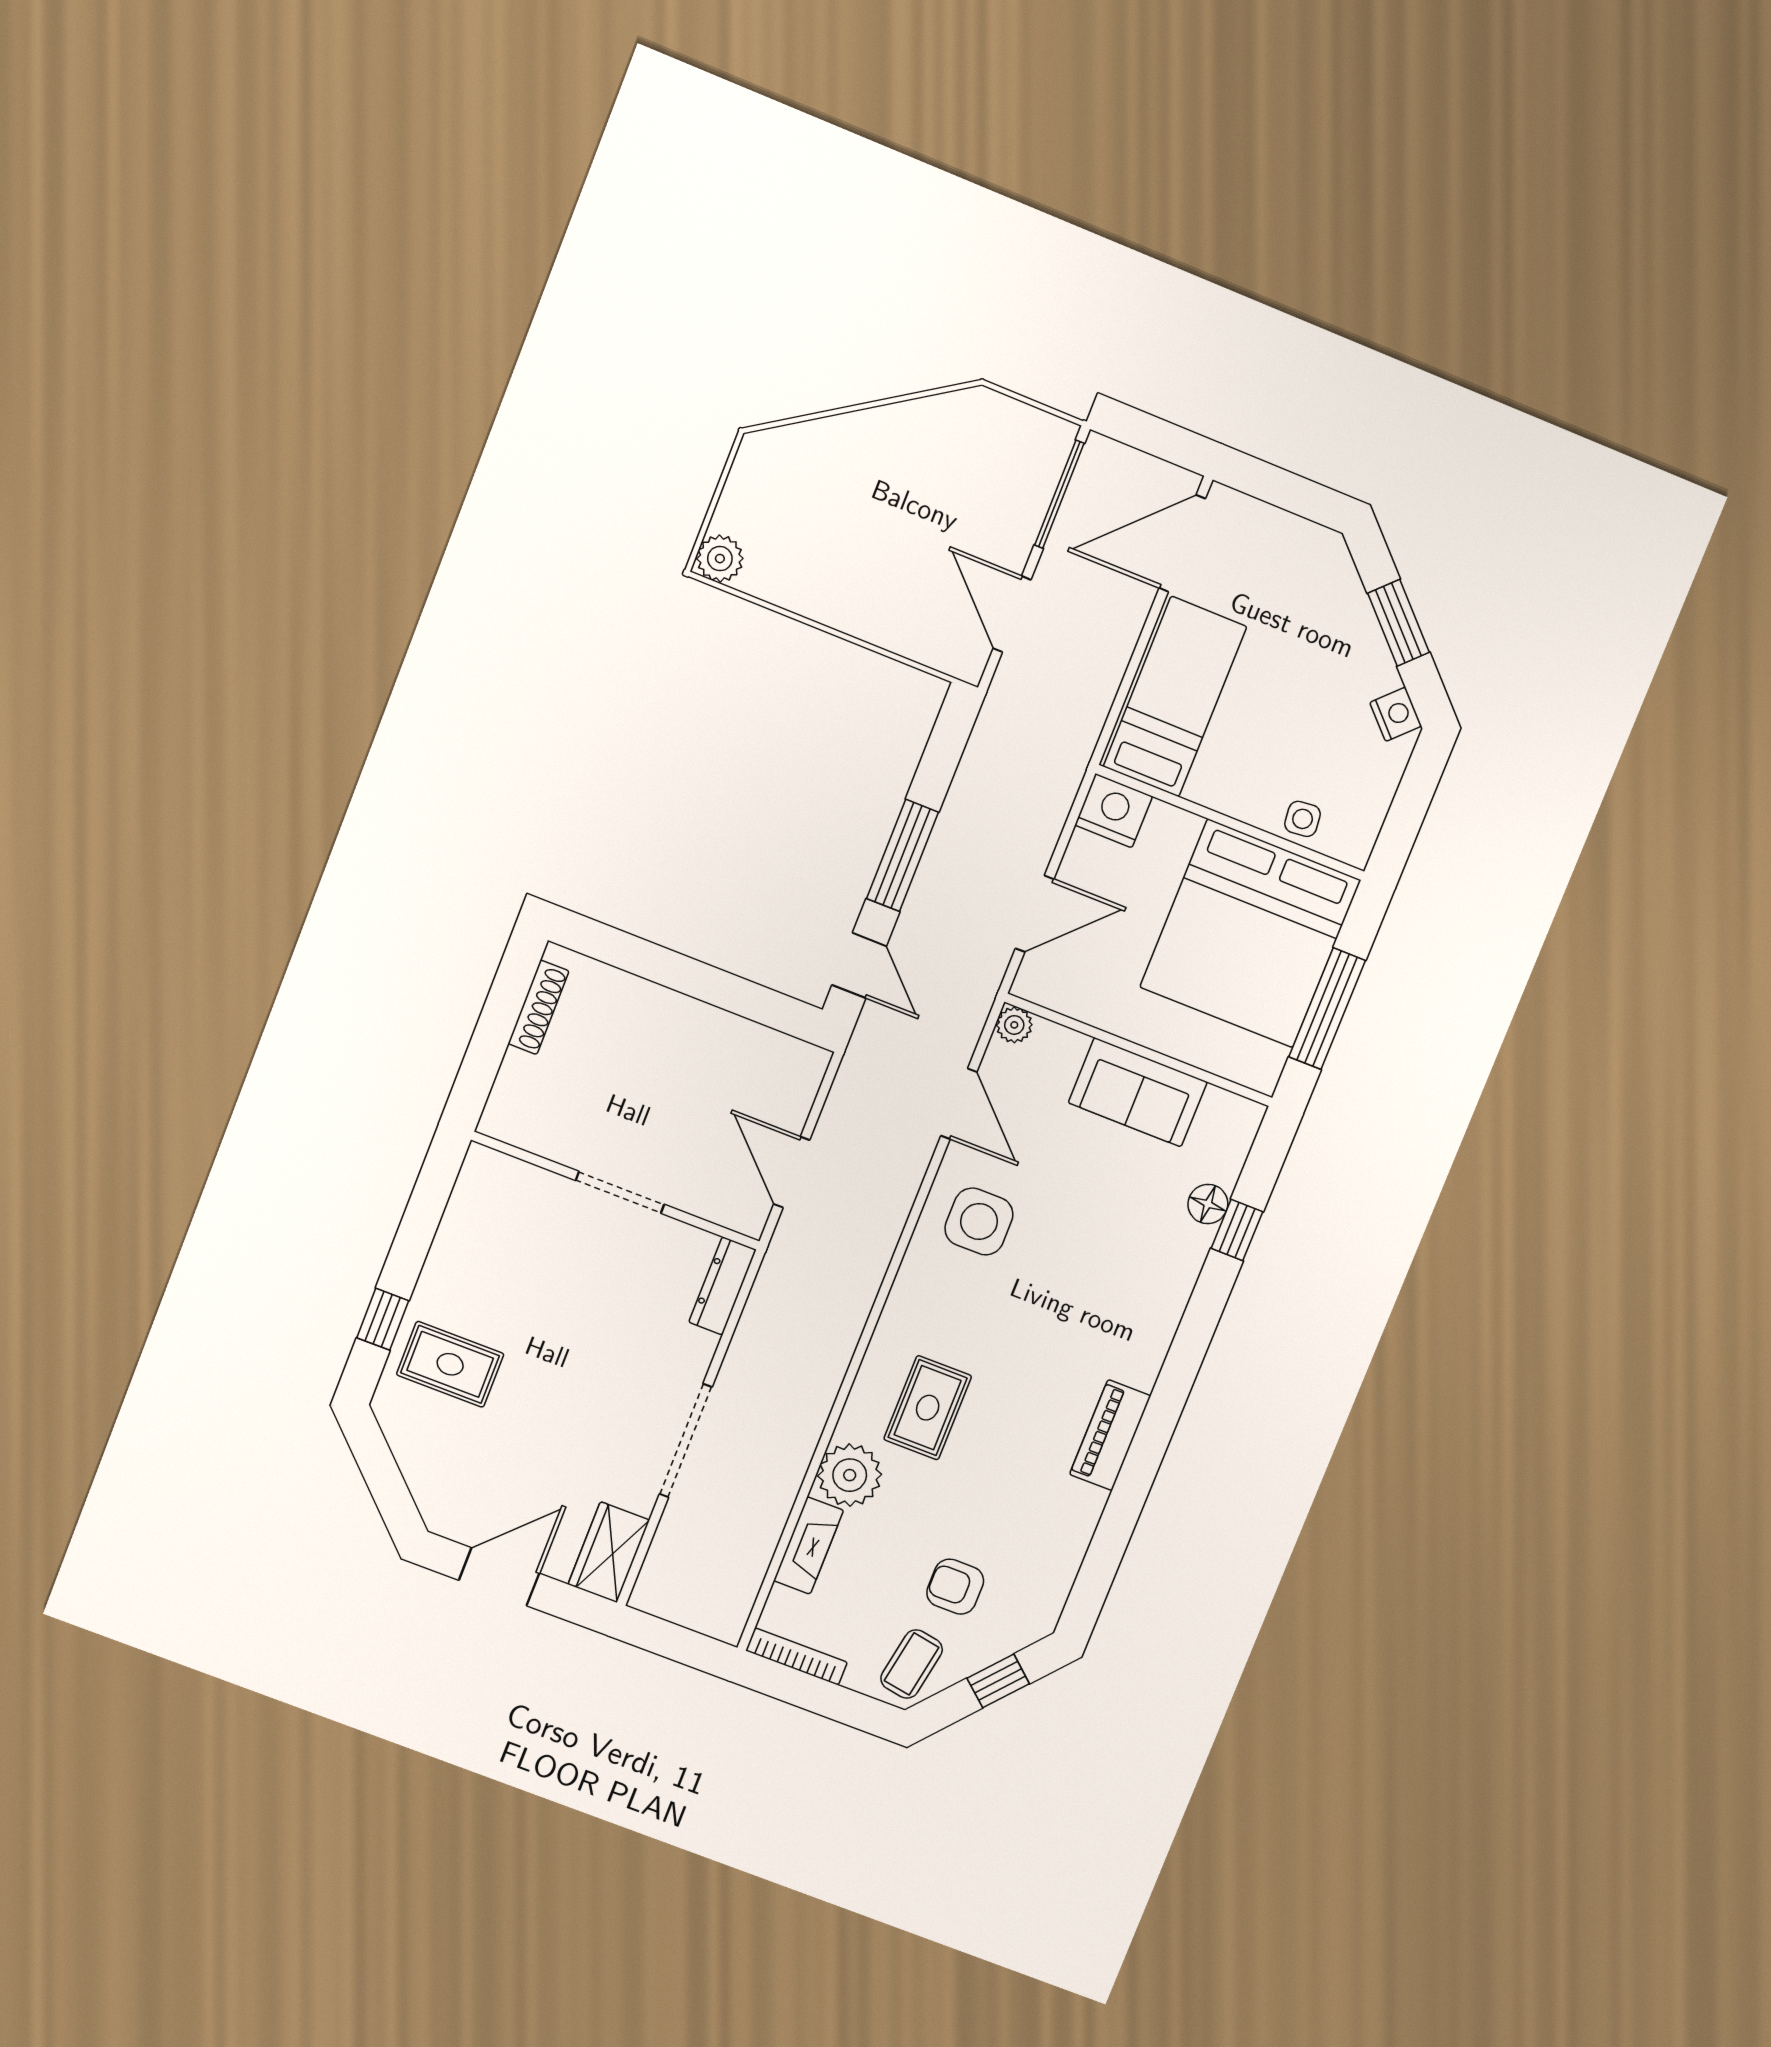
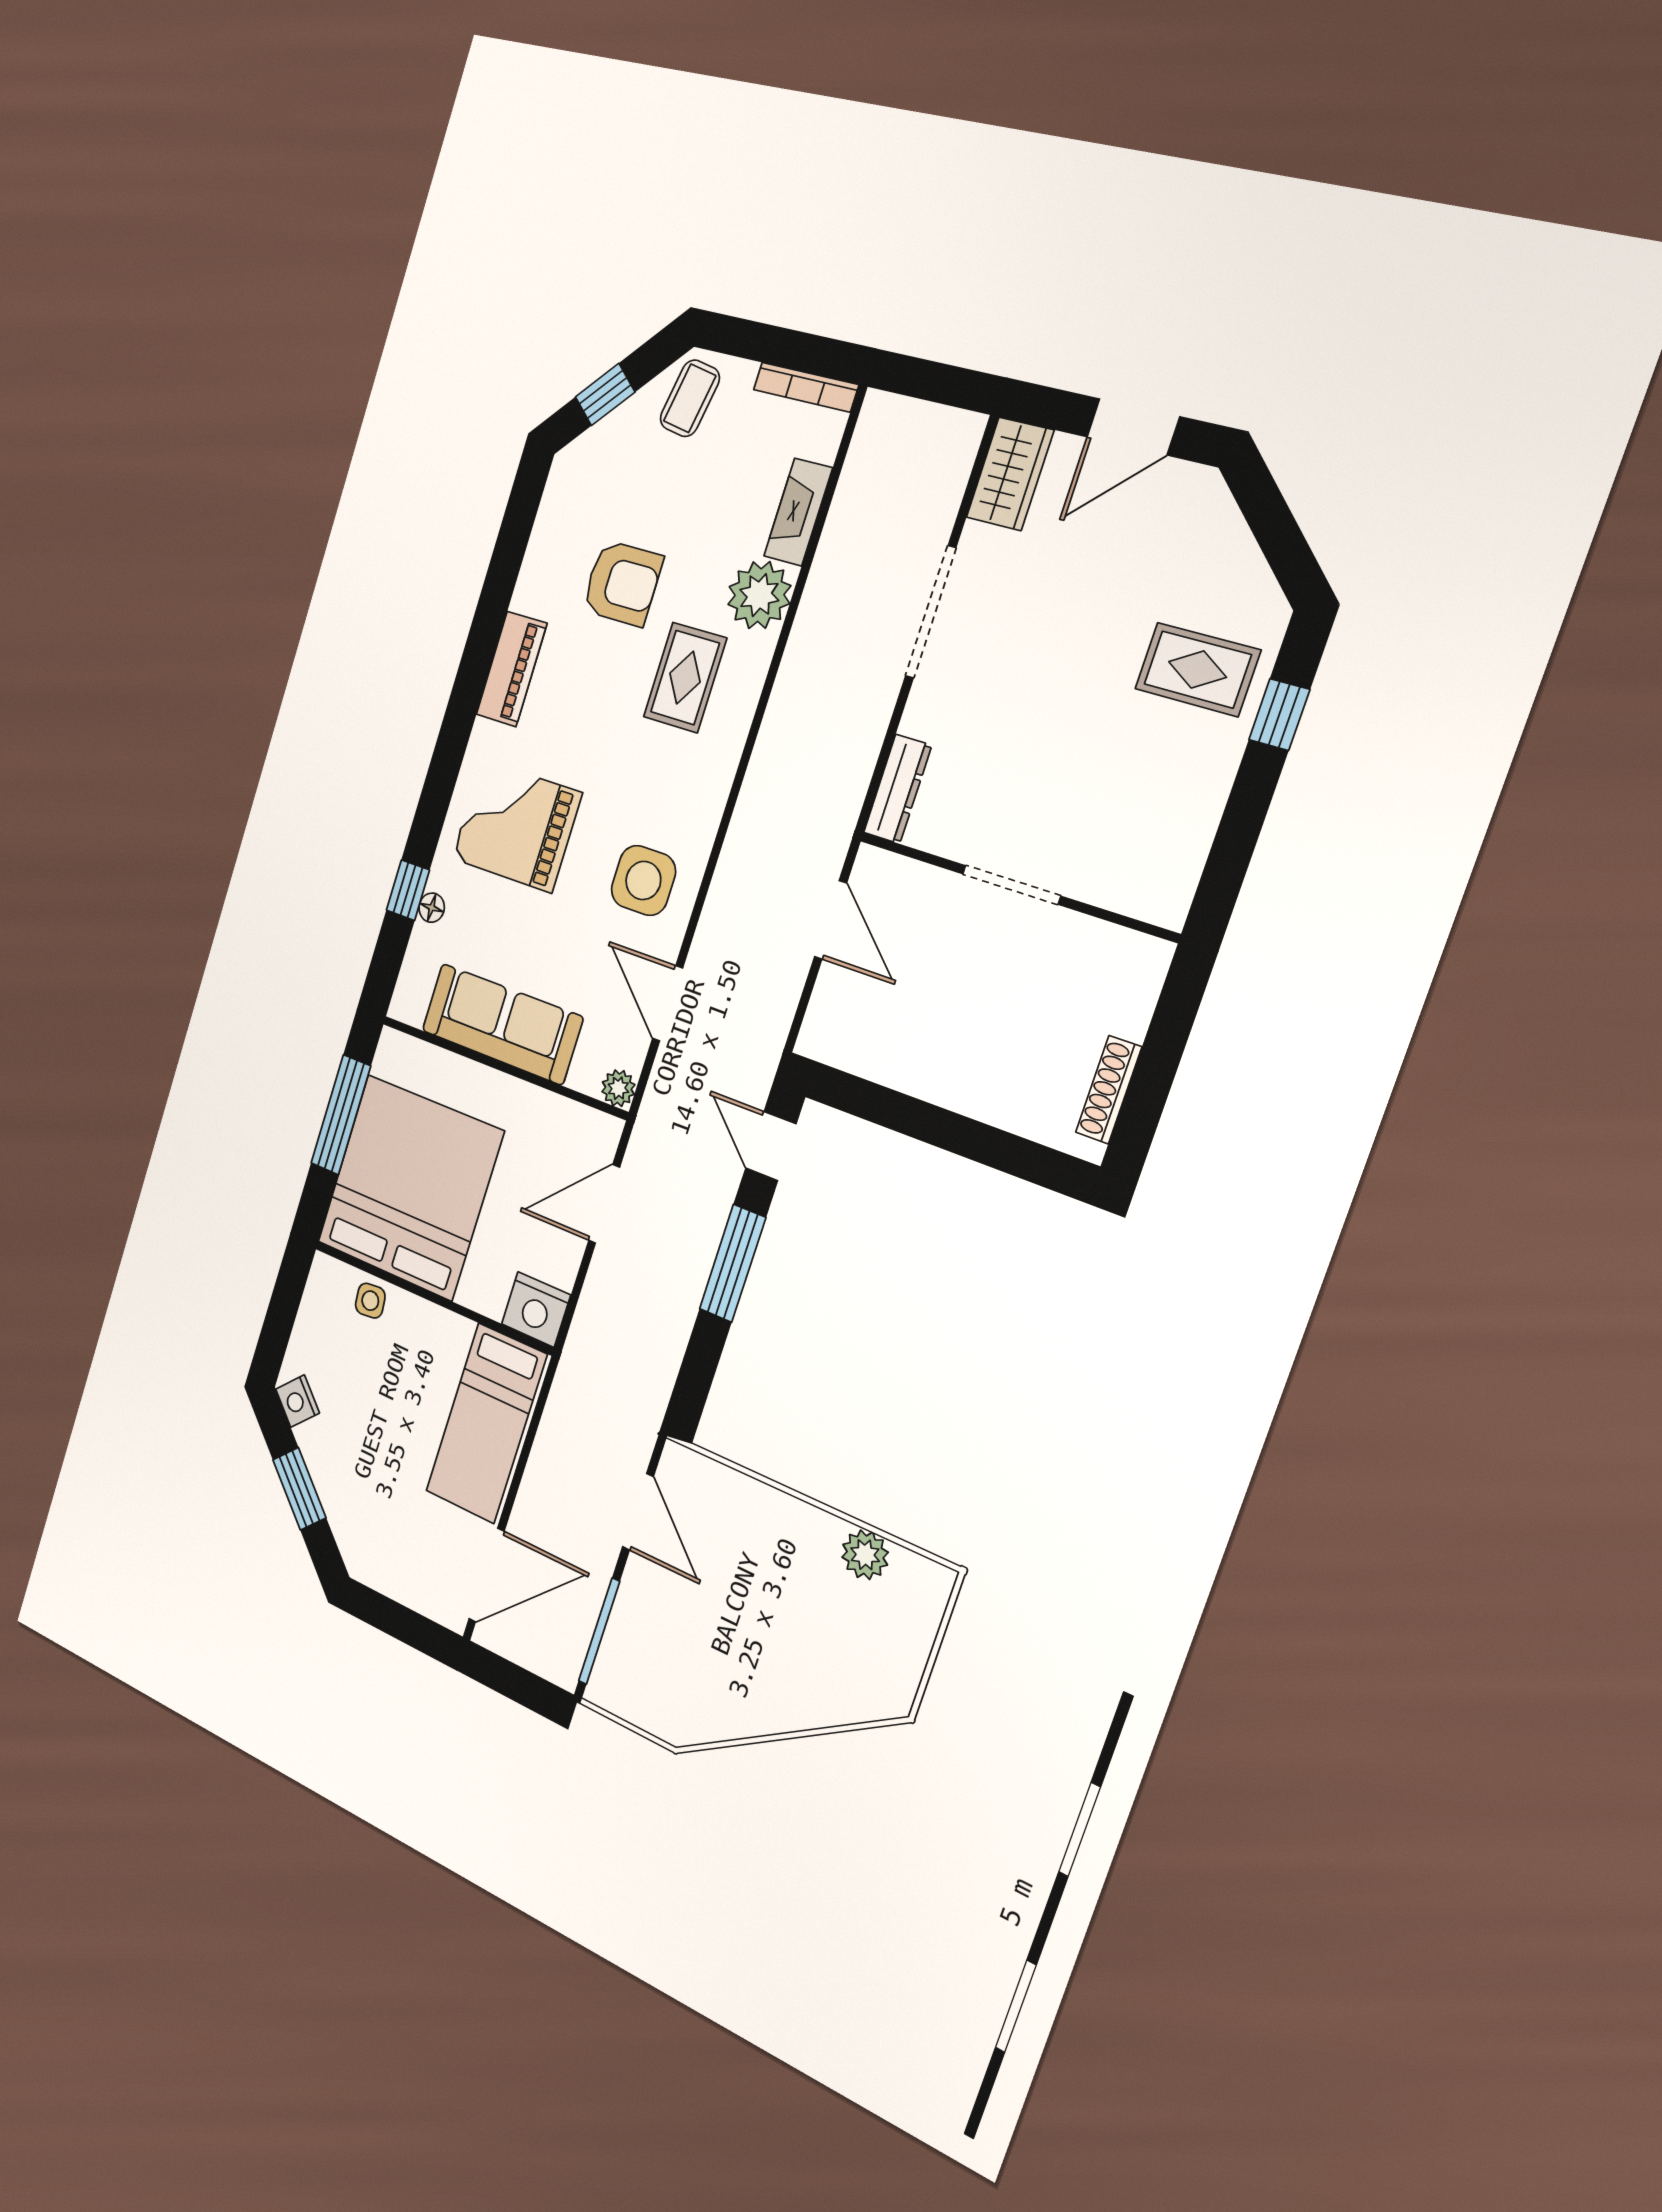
plant: (720, 559) -> (865, 1555), moved
sofa: (1138, 1092) -> (502, 1024), width x1.36
floor lamp: (1208, 1204) -> (432, 908), width x0.73, depth x0.73
grand piano: (1112, 1284) -> (516, 826), added
armchair: (955, 1587) -> (622, 583), moved, width x1.38, depth x1.38

